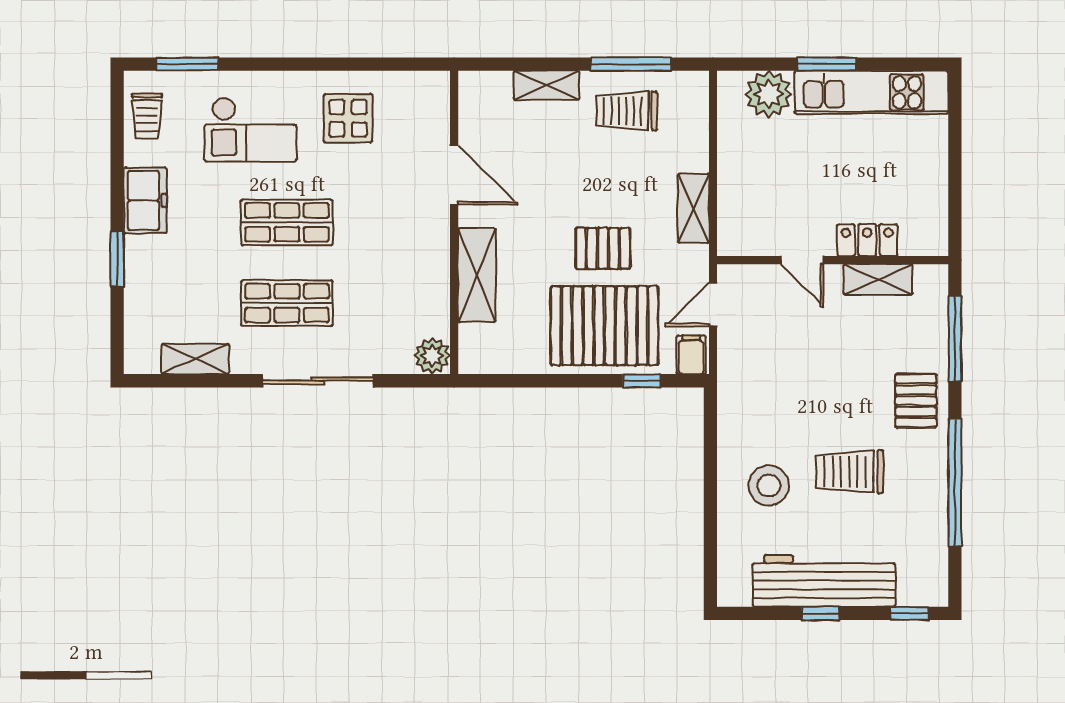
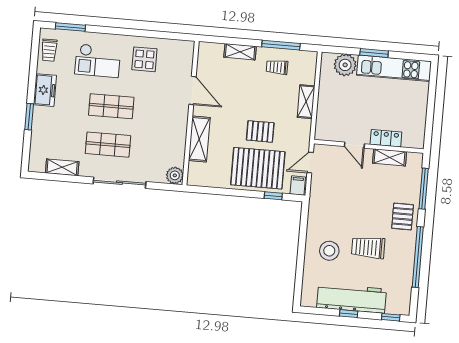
trolley: (627, 111) -> (277, 67), width x0.73, depth x0.72
shelving: (693, 208) -> (306, 102), moved

